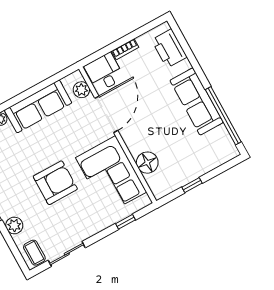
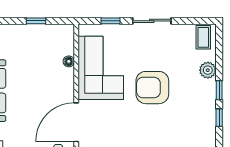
floor lamp: (147, 163) -> (69, 61), width x0.53, depth x0.53
sliding door: (67, 254) -> (152, 21), moved

